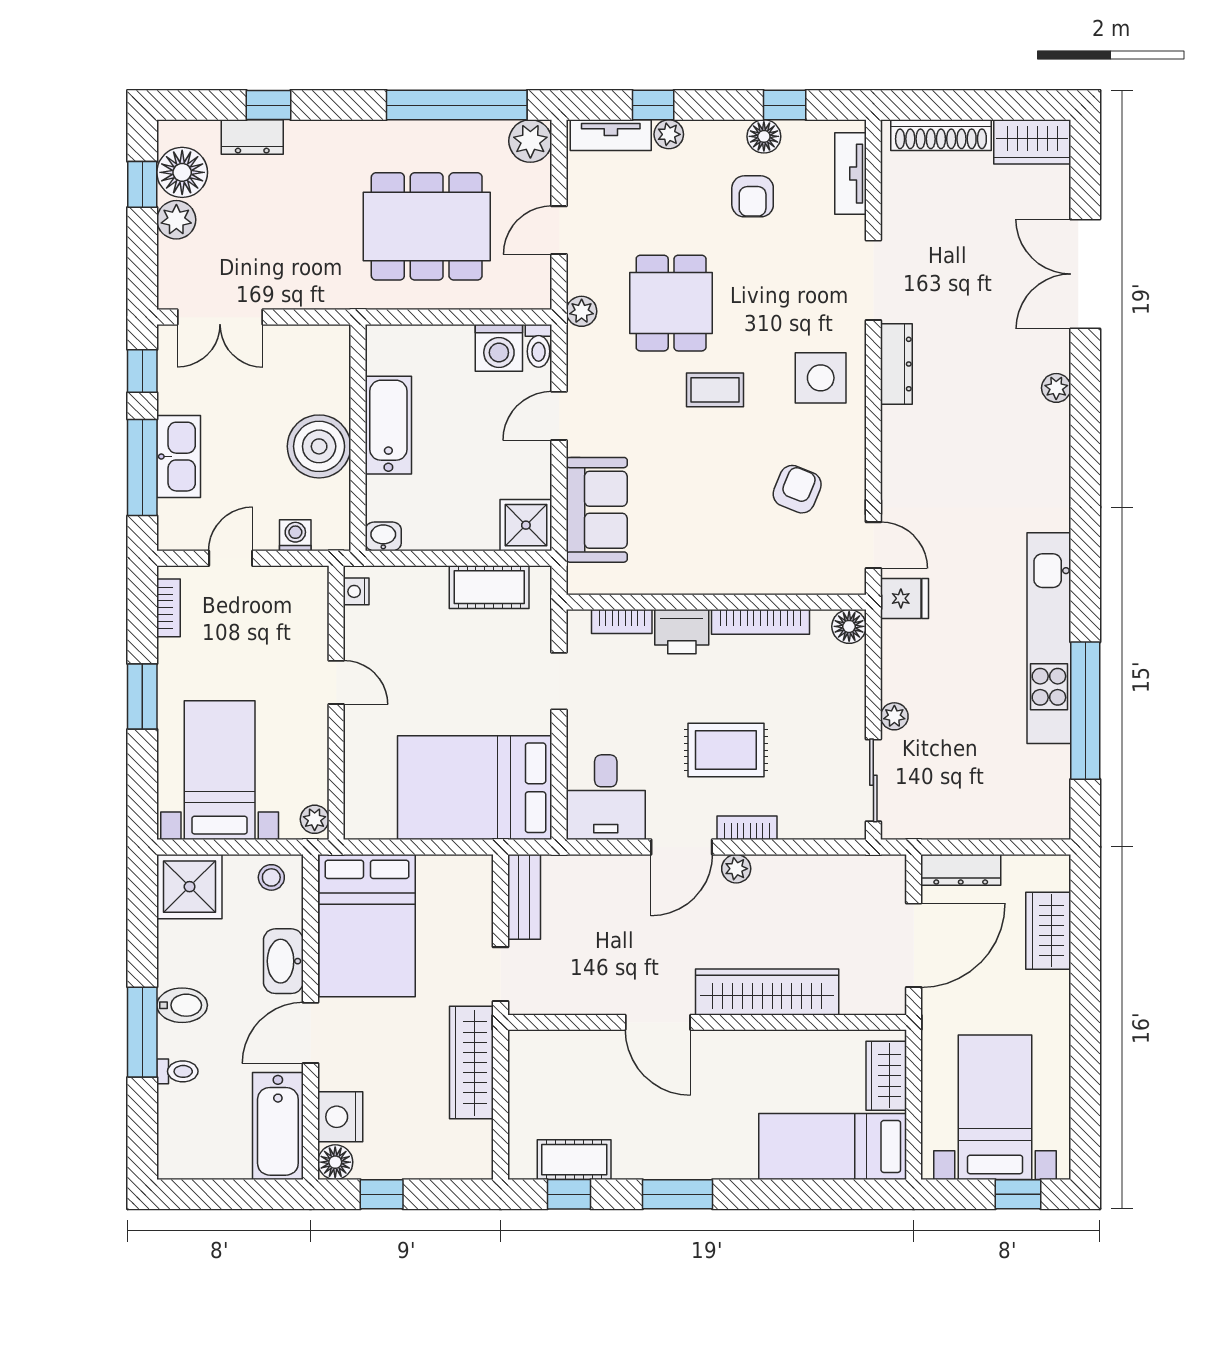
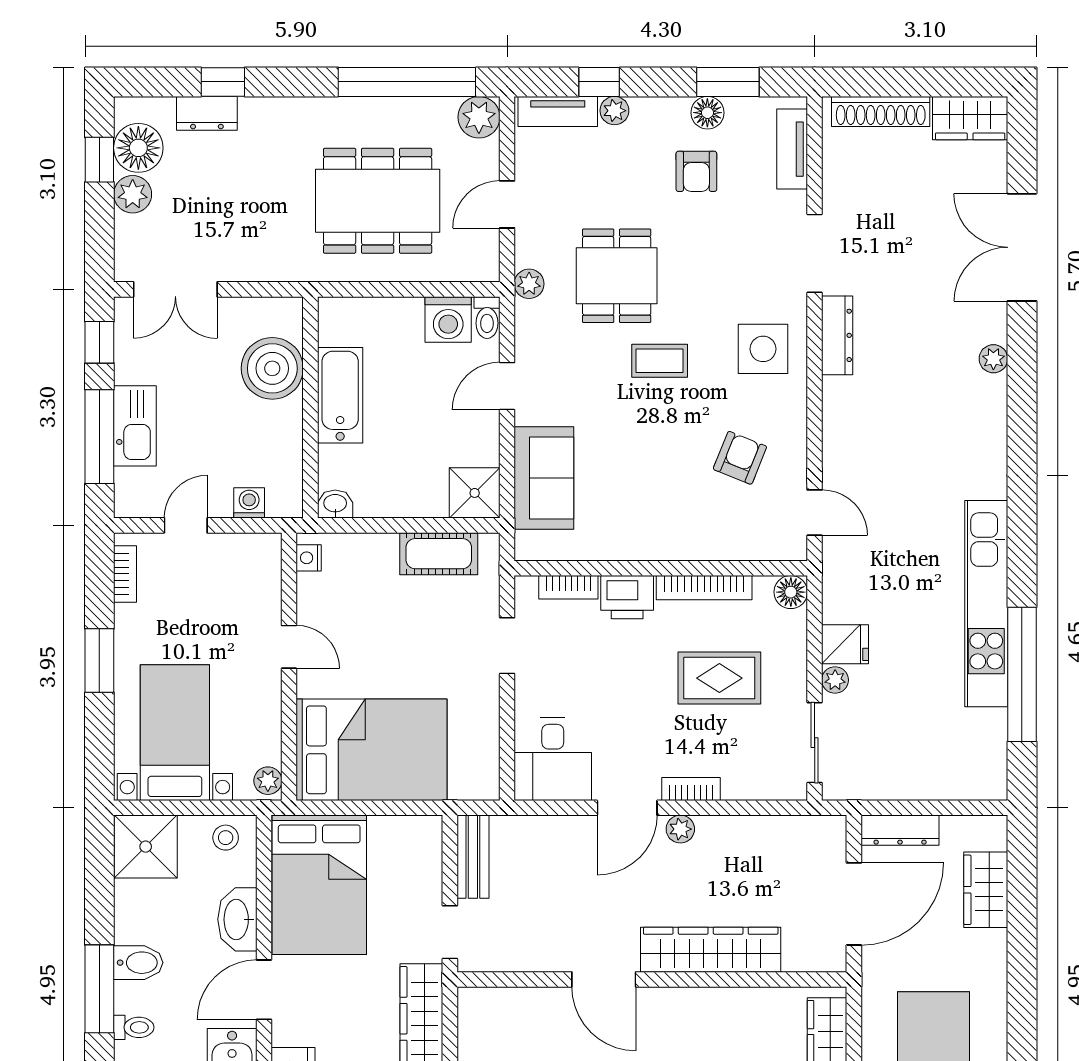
window: (785, 105) -> (728, 82), width x1.50
boiler: (319, 446) -> (272, 368), moved
fridge: (905, 598) -> (845, 644), moved
rug: (726, 750) -> (719, 678), moved
bed: (475, 788) -> (371, 750), moved, turned 180

